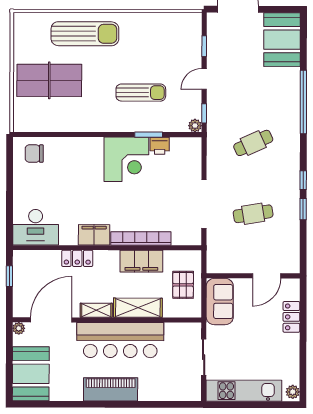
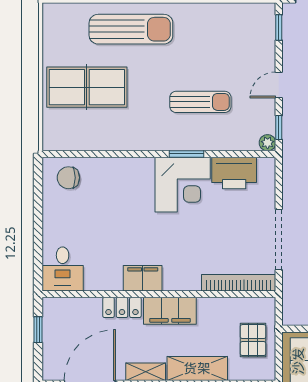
window: (204, 46) -> (279, 28), moved
window: (149, 135) -> (187, 154), moved
printer: (160, 146) -> (234, 173), width x1.87, depth x1.48
desk: (36, 227) -> (63, 269), width x0.73
bookcase: (141, 238) -> (239, 283), moved
filing cabinet: (141, 261) -> (170, 311), moved

